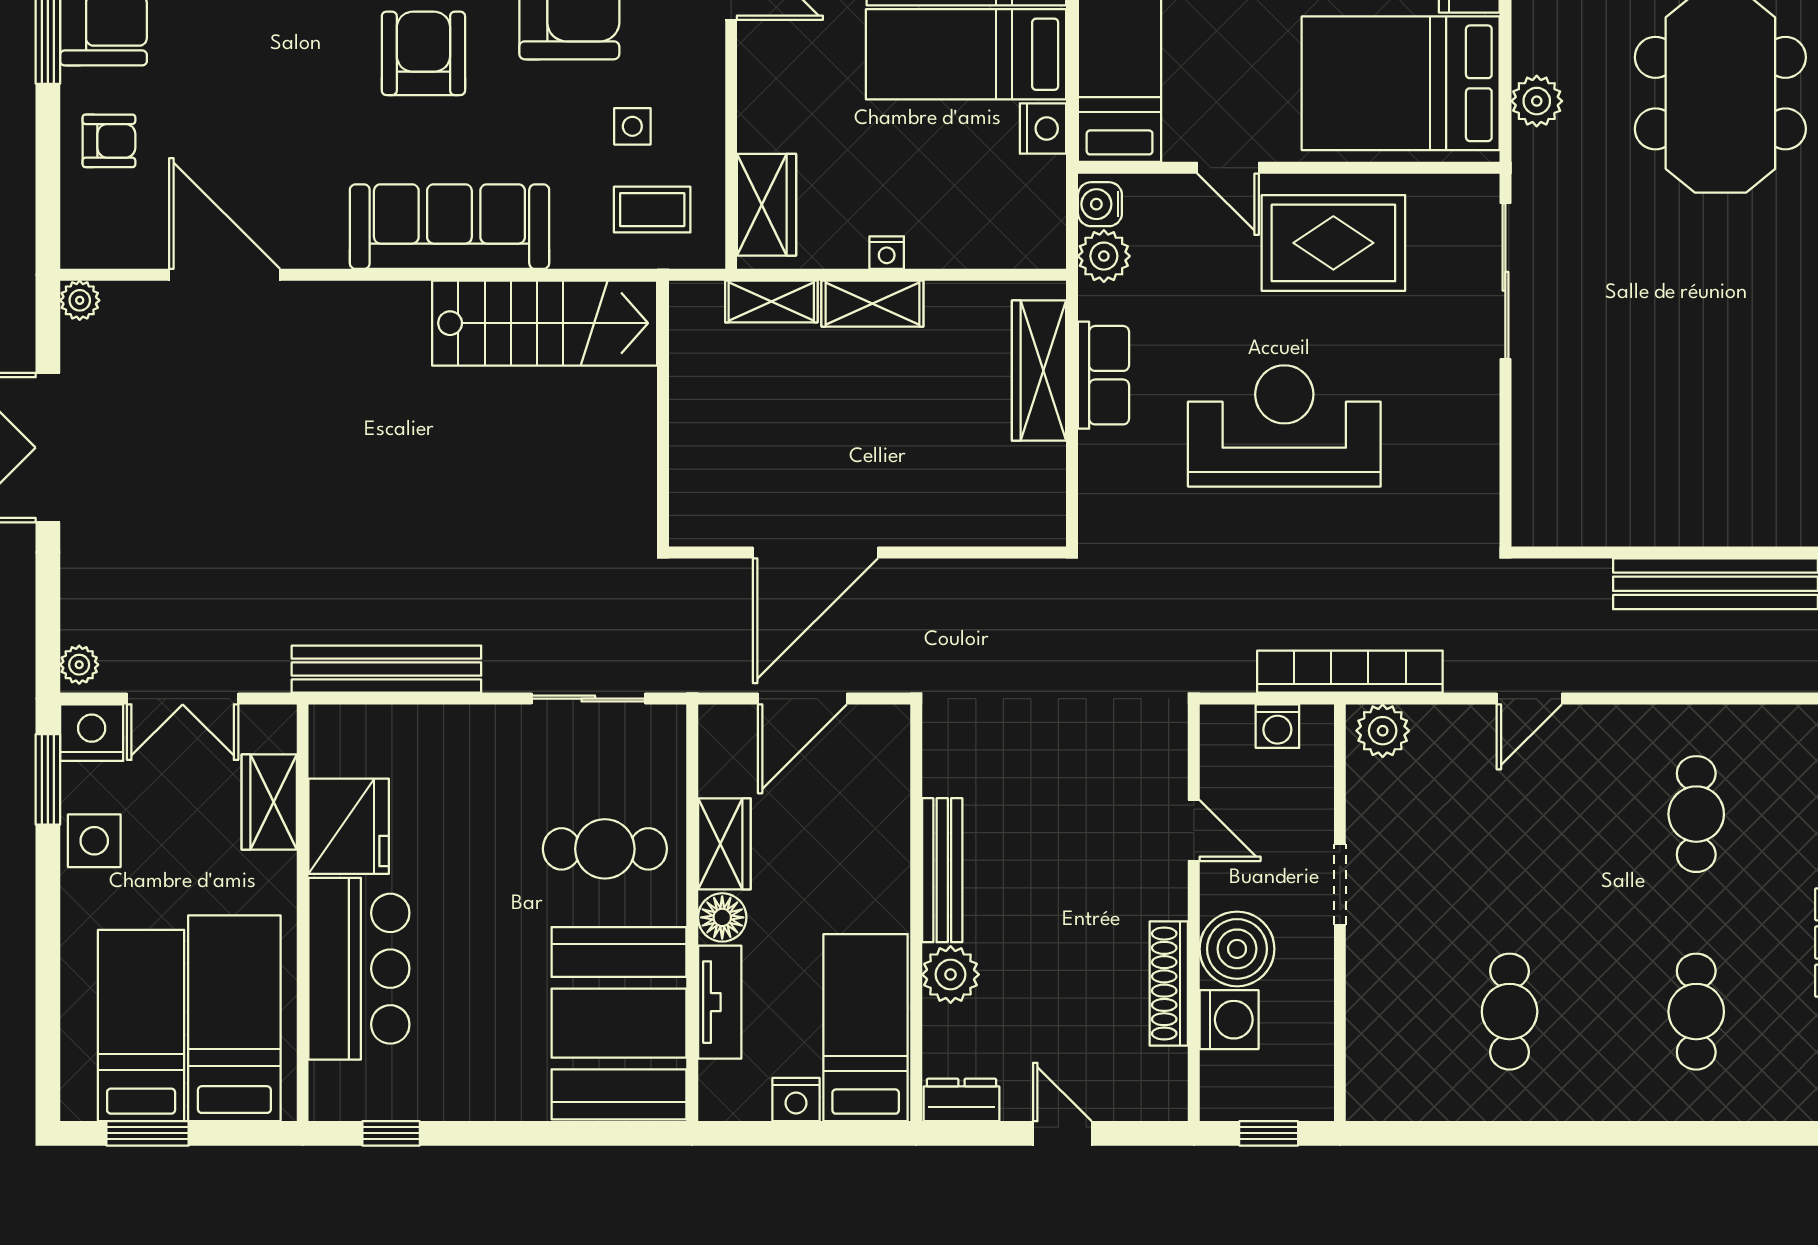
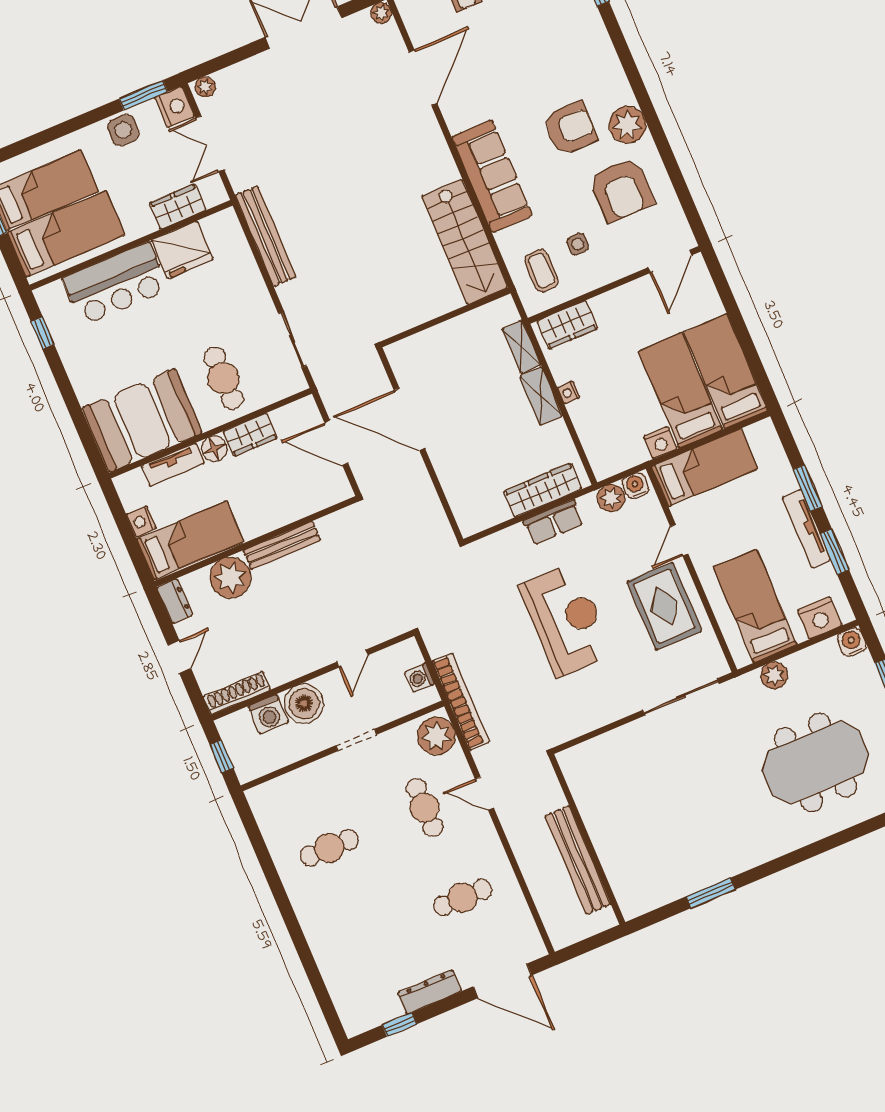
bed: (1401, 83) -> (755, 606), width x0.67
plant: (1383, 731) -> (436, 736), width x1.36, depth x1.36
plant: (951, 974) -> (230, 578), width x1.36, depth x1.36
shoe rack: (1169, 984) -> (237, 693), moved
cafe table: (1696, 1012) -> (425, 808), moved, turned 90

